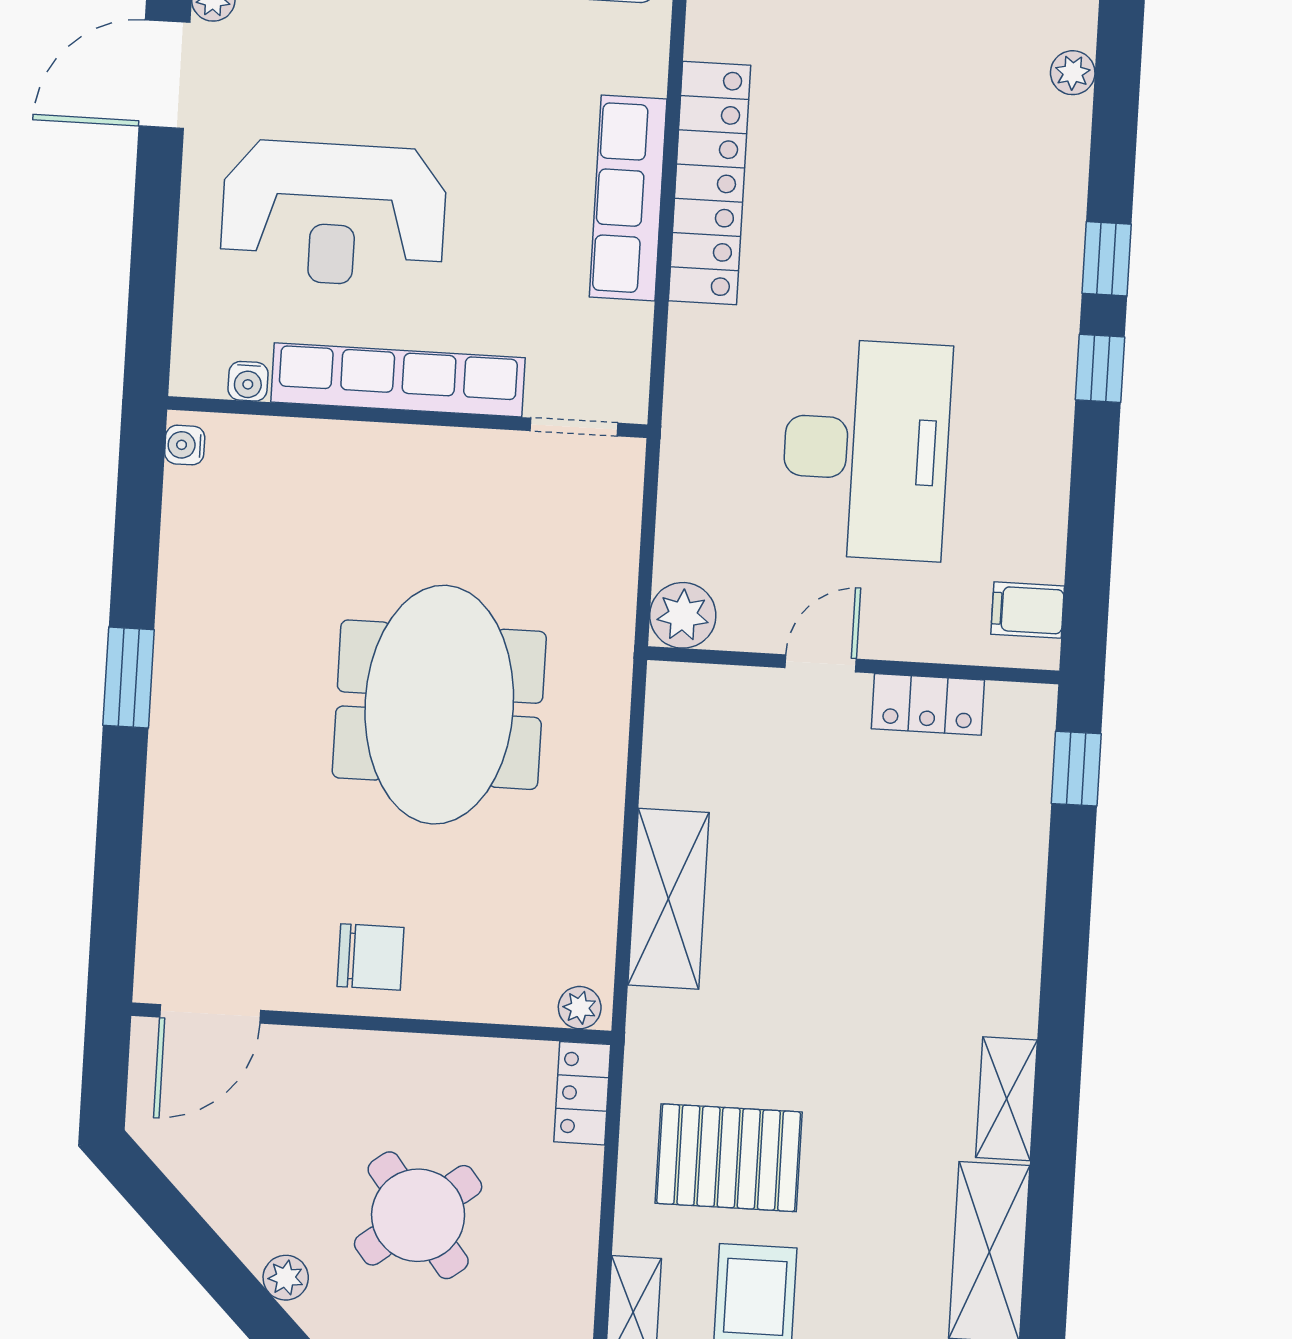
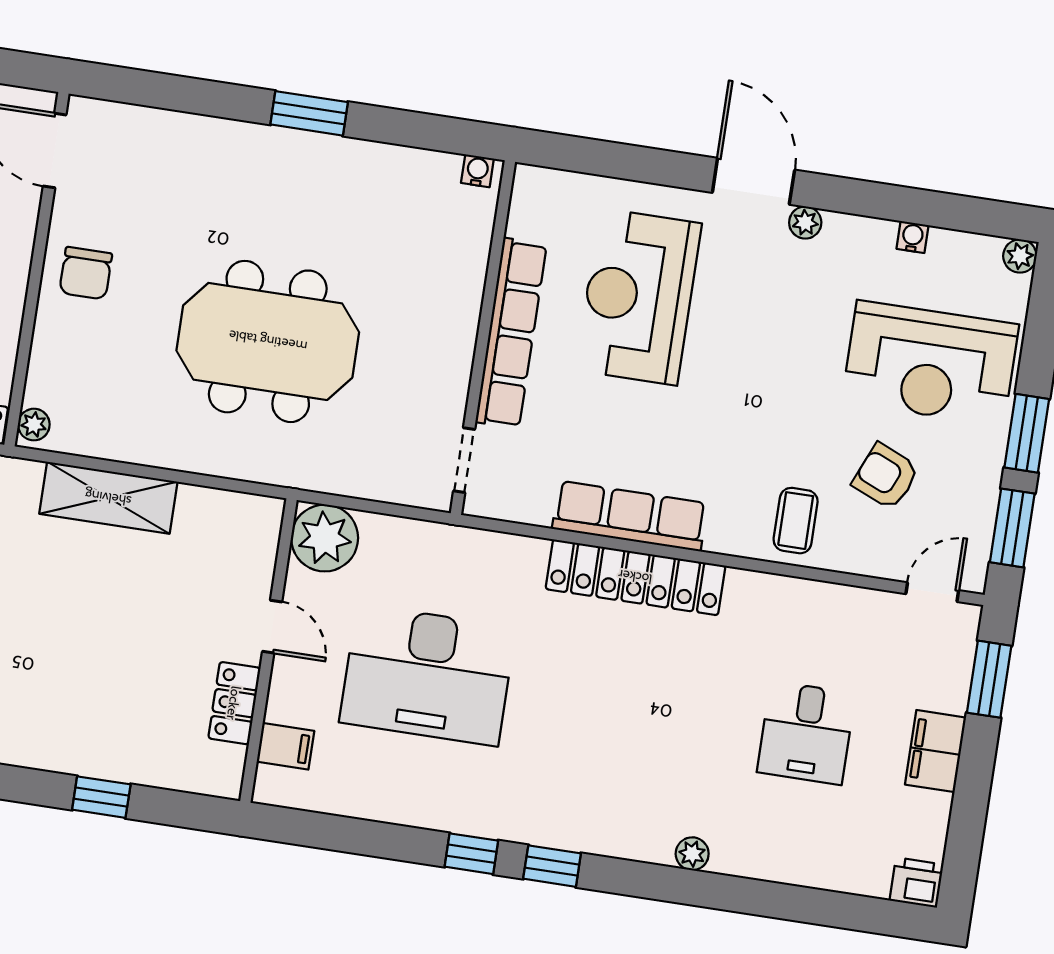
water cooler: (248, 381) -> (520, 222), removed
filing cabinet: (1028, 610) -> (285, 746), moved, turned 90
plant: (683, 615) -> (325, 538), width x1.36, depth x1.36
window: (1076, 769) -> (101, 797), moved

